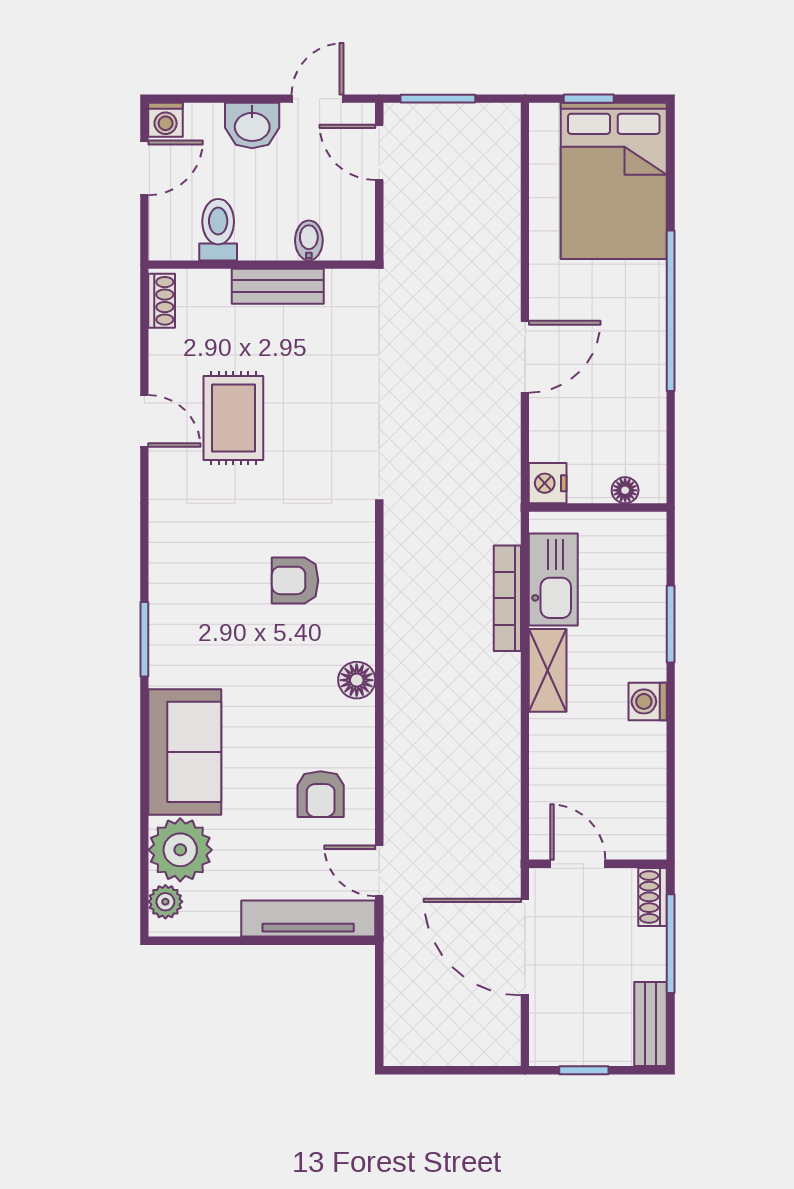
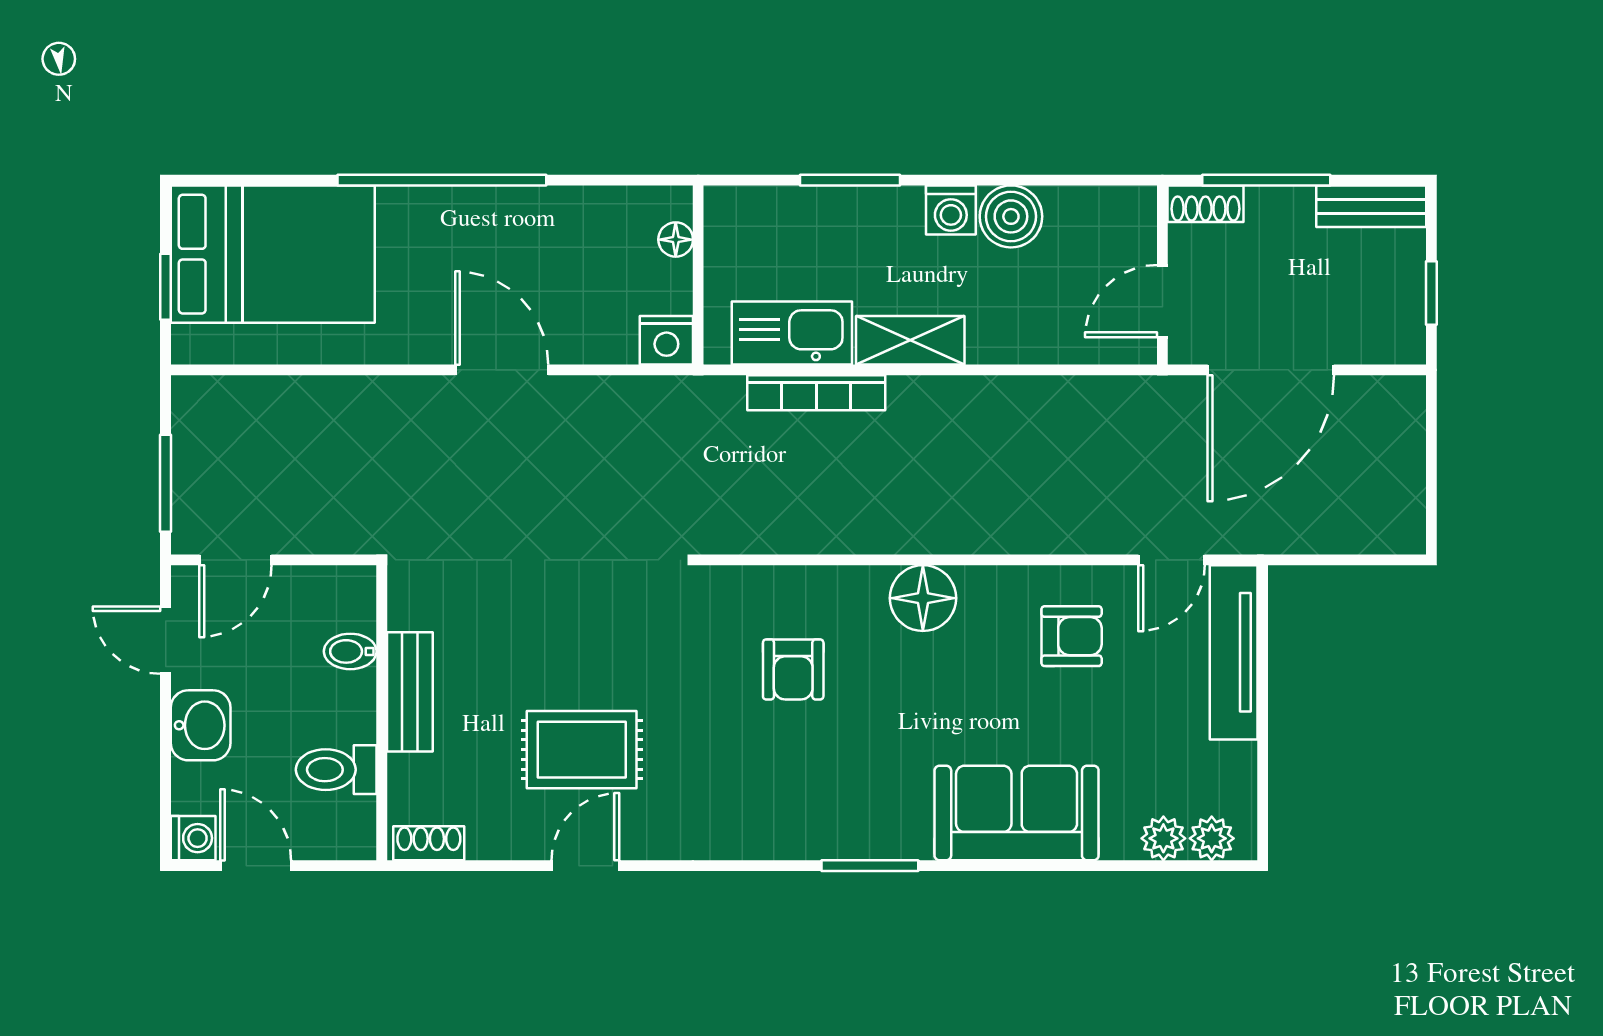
floor lamp: (357, 680) -> (923, 598), width x1.38, depth x1.38
boiler: (643, 748) -> (1011, 216), added
plant: (180, 850) -> (1163, 838), width x0.53, depth x0.53

